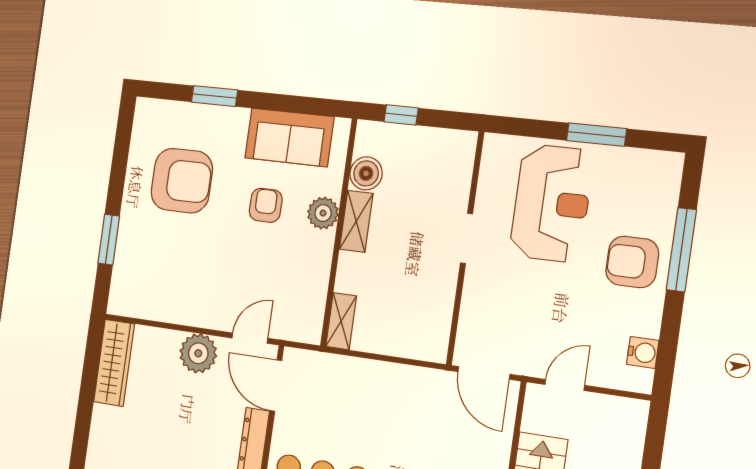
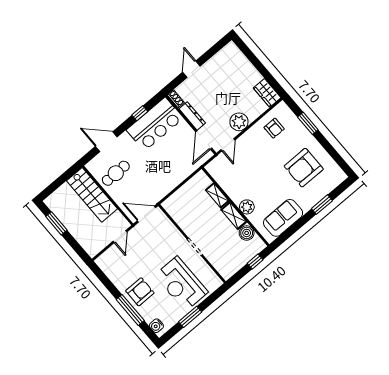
armchair: (266, 205) -> (274, 128), moved
shelving: (341, 321) -> (217, 195), moved
water cooler: (643, 352) -> (156, 326), moved
wardrobe: (114, 363) -> (267, 93), width x0.67
door: (276, 386) -> (204, 140), swing flipped

